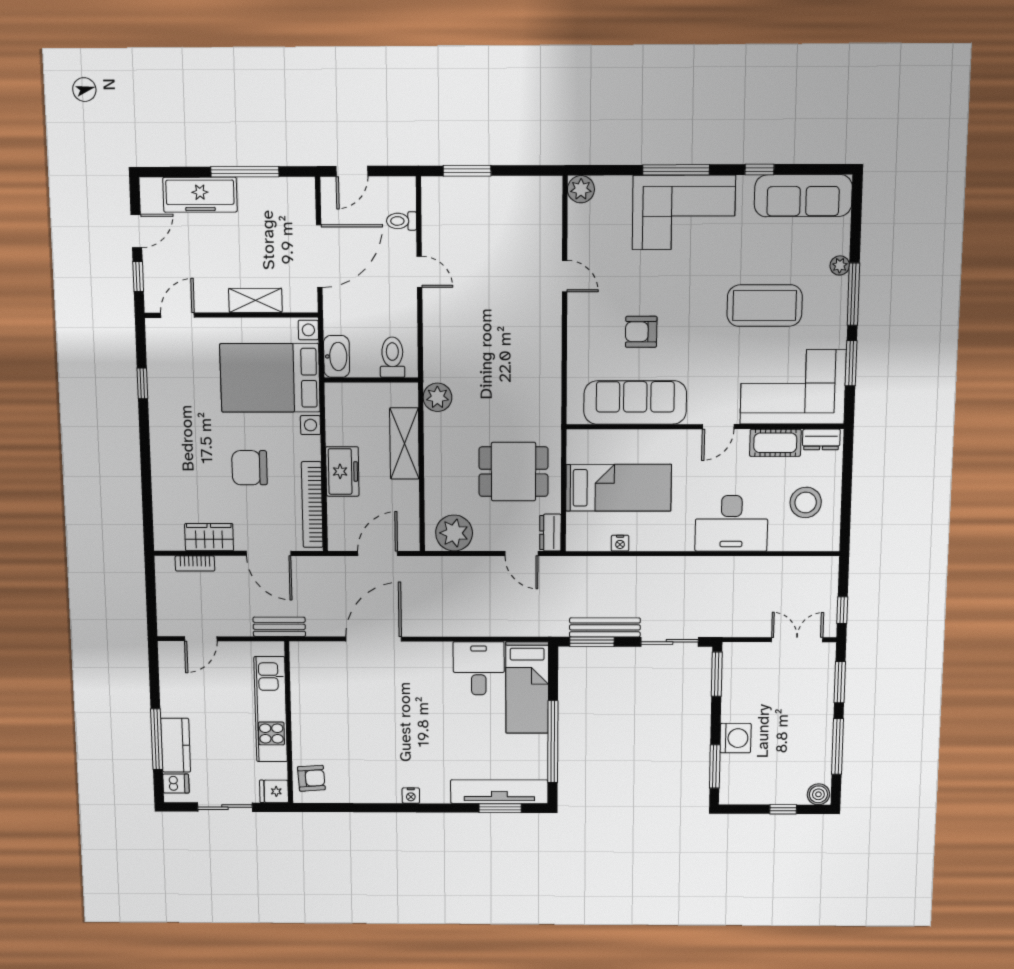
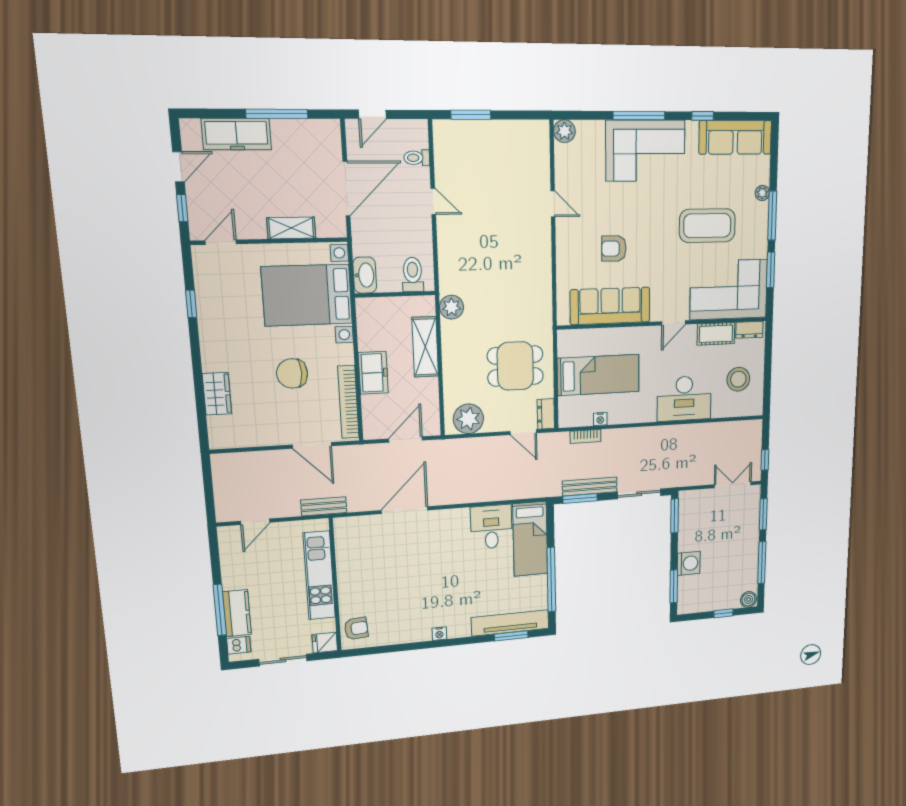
wardrobe: (209, 537) -> (217, 394), moved, turned 90
bookcase: (195, 563) -> (585, 436), moved

